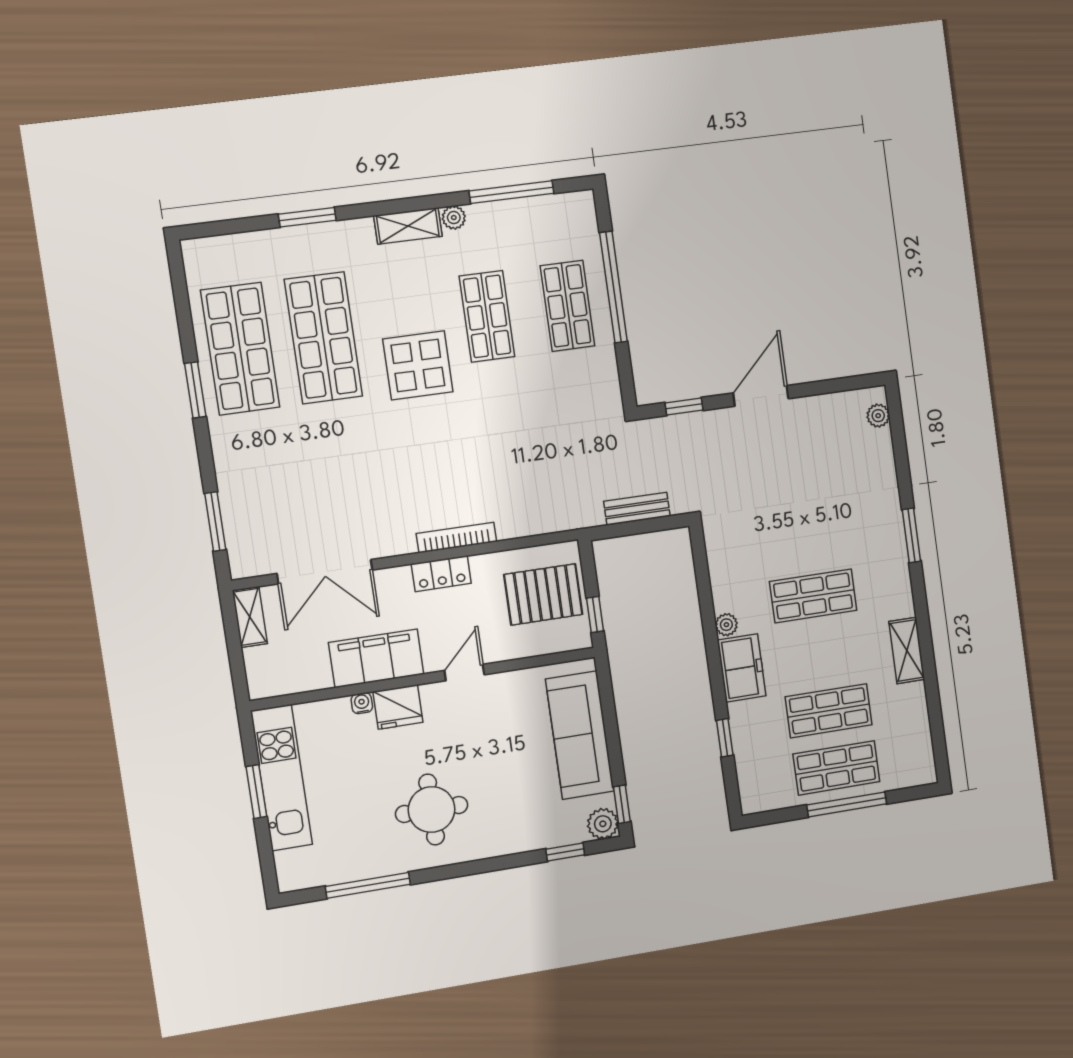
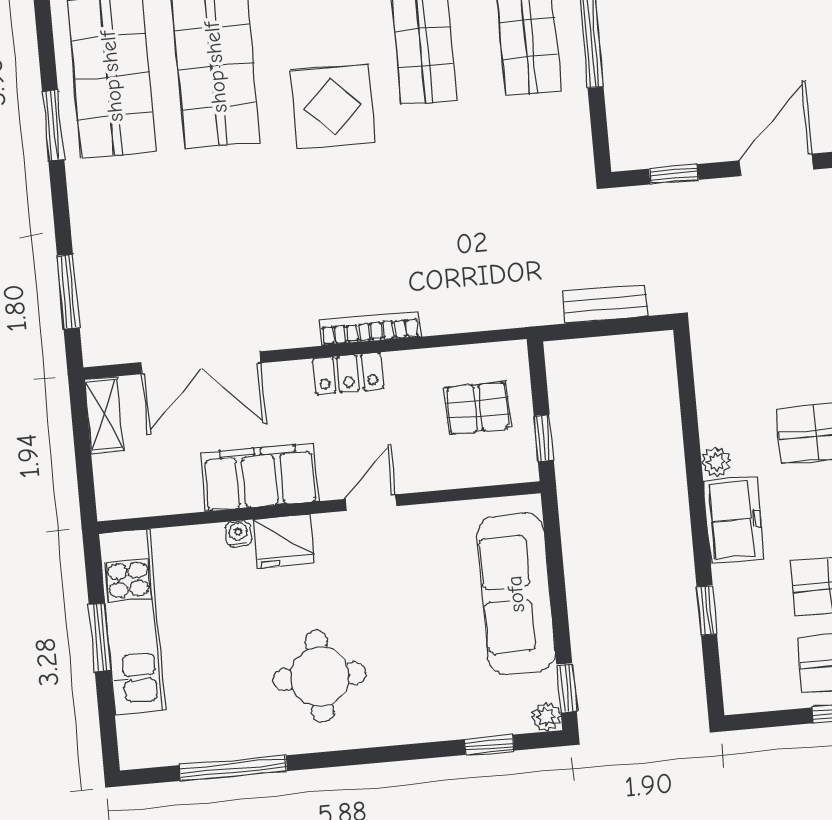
pallet: (543, 594) -> (478, 408), width x0.67, depth x0.71
plant: (603, 824) -> (546, 717), width x0.73, depth x0.73

